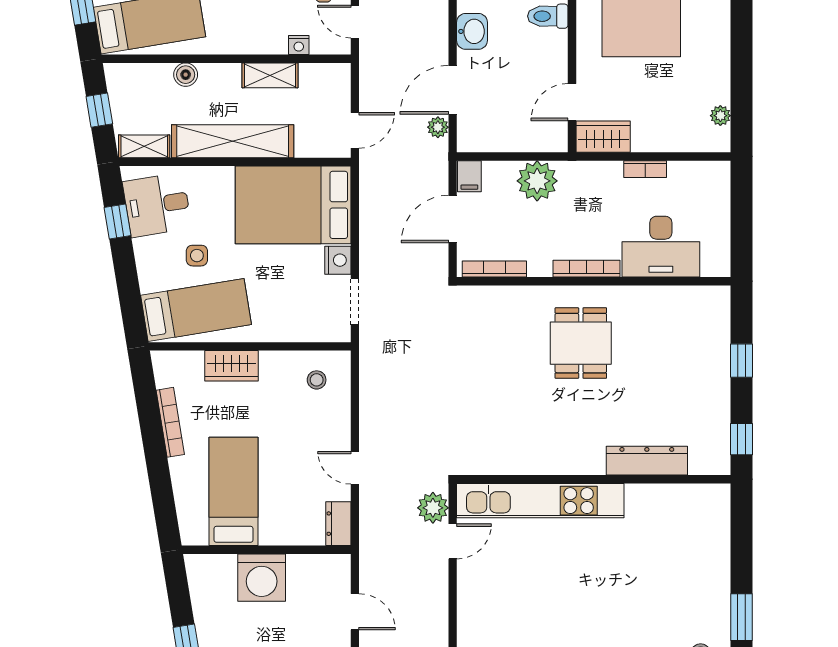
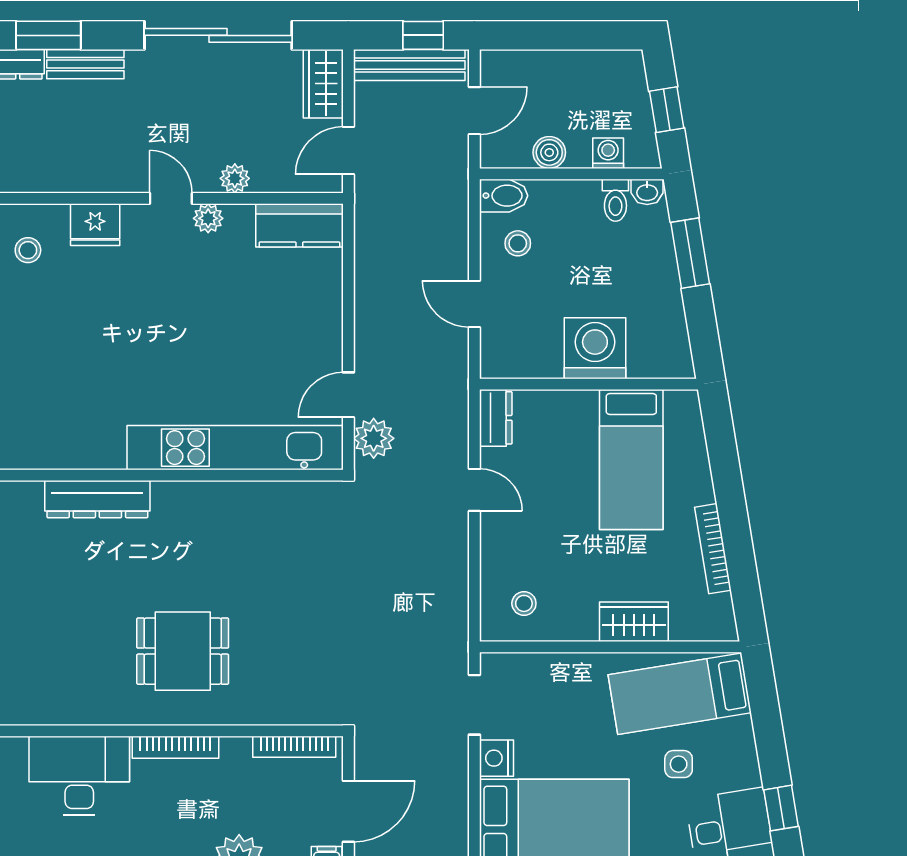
dining table: (581, 343) -> (183, 651), turned 90

